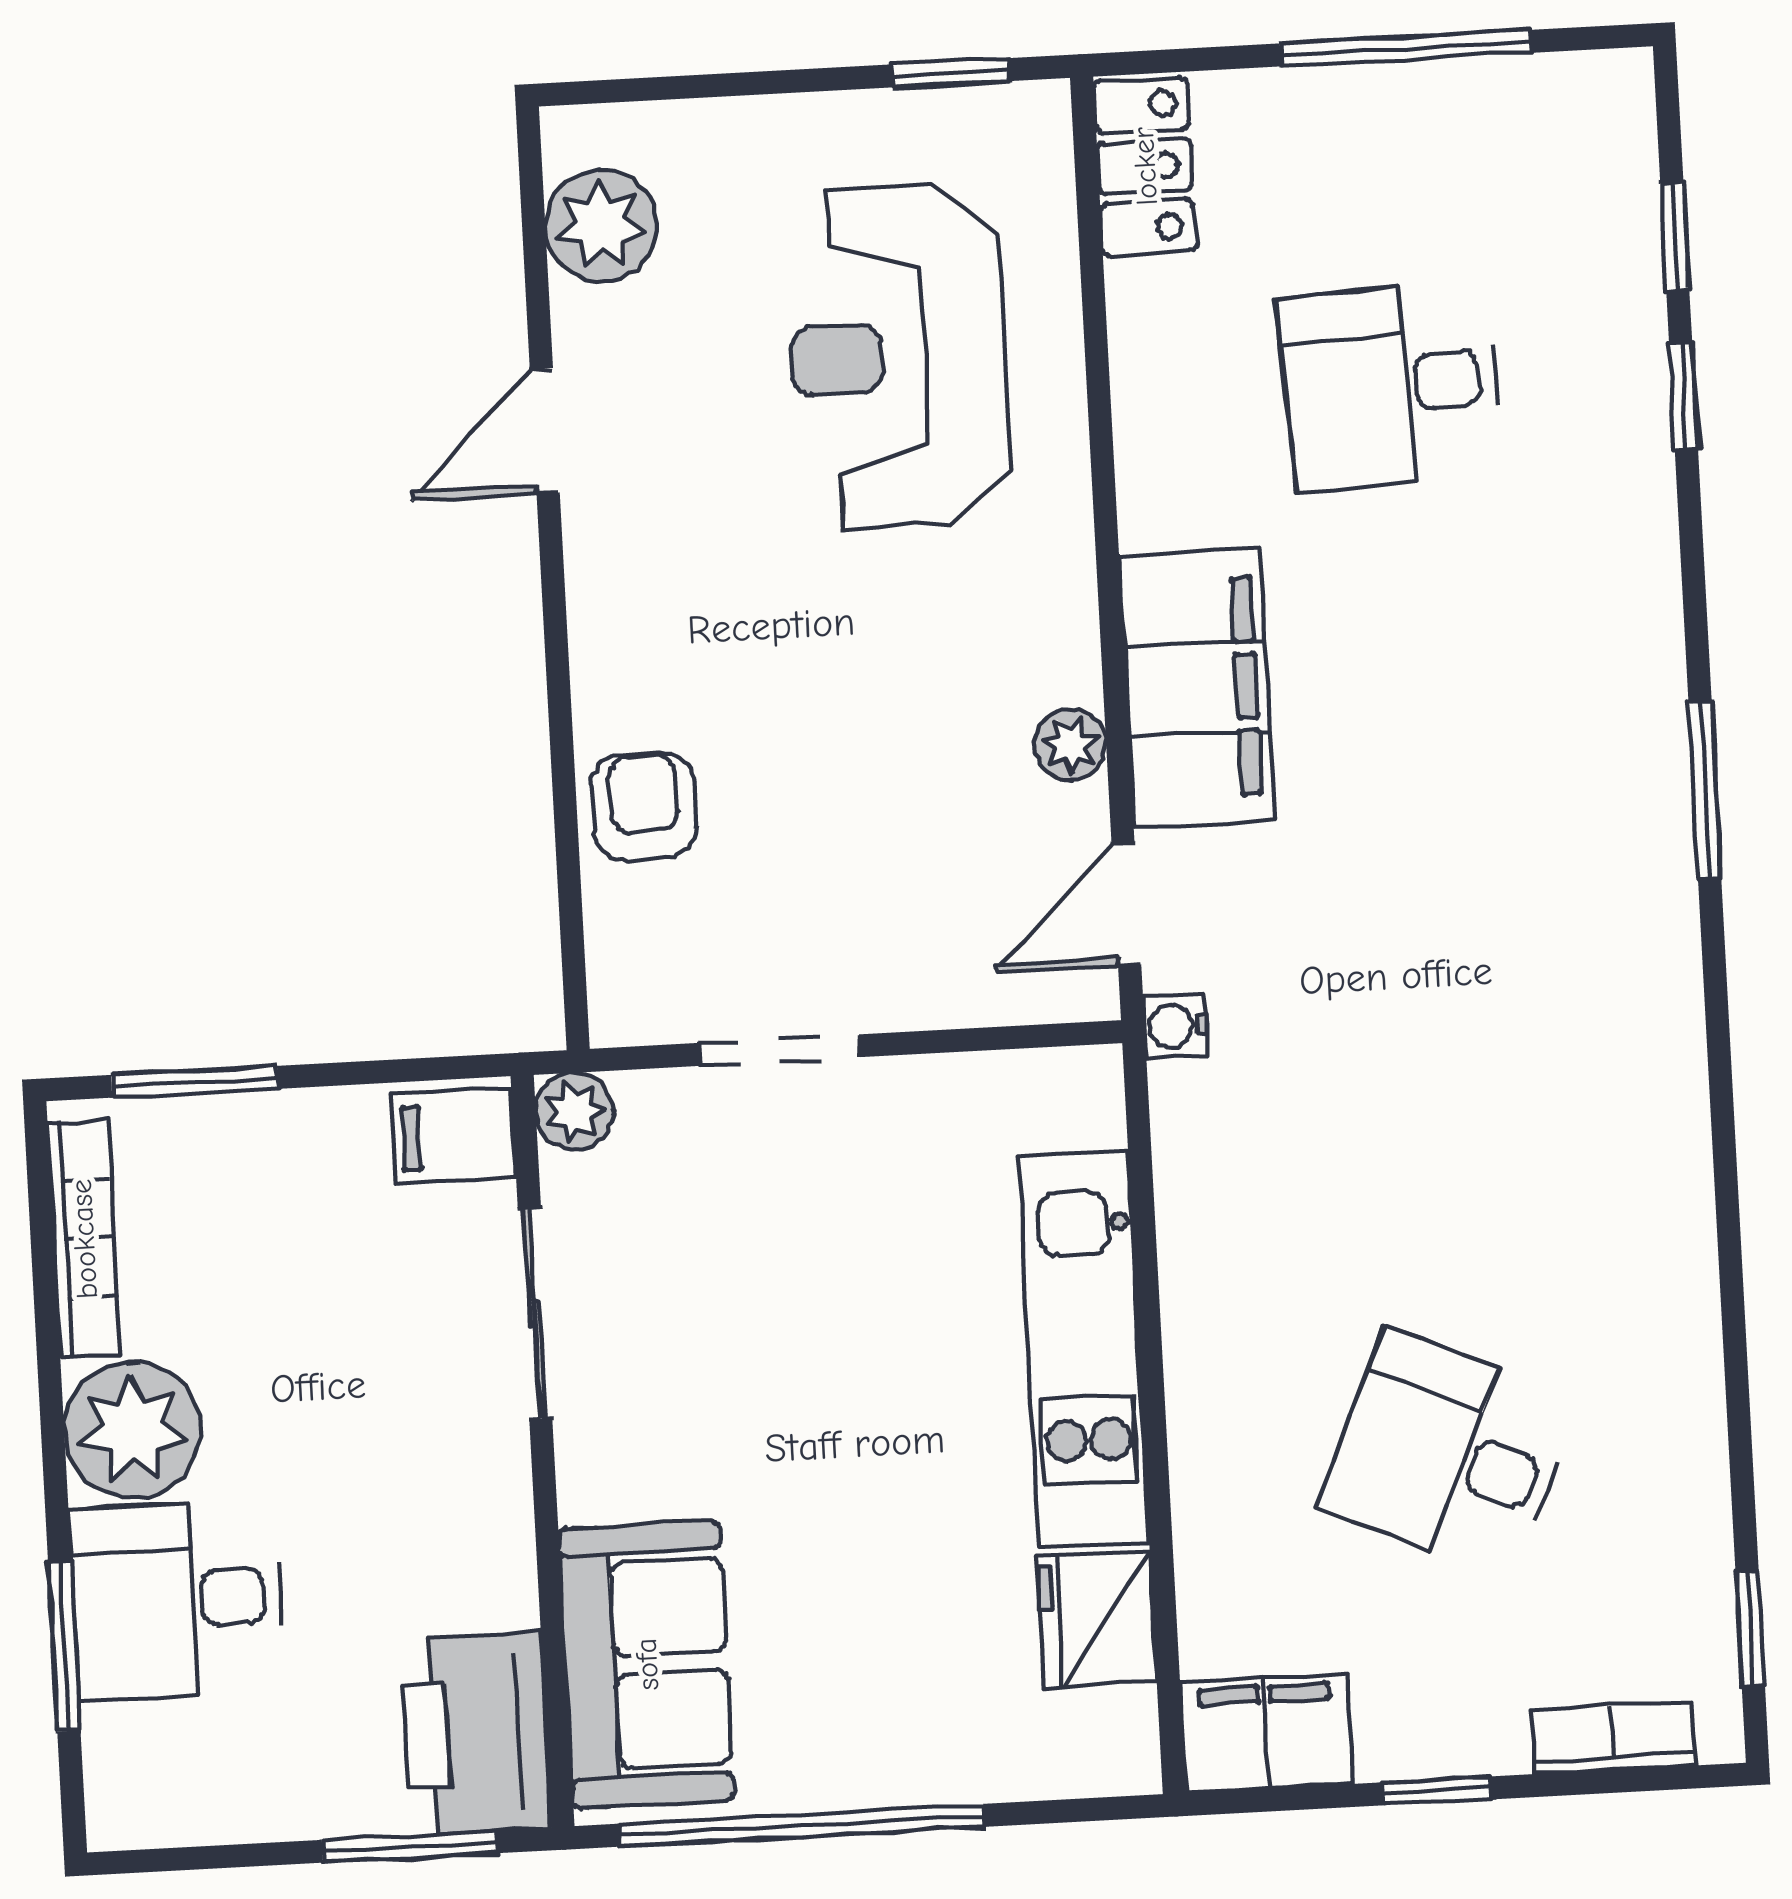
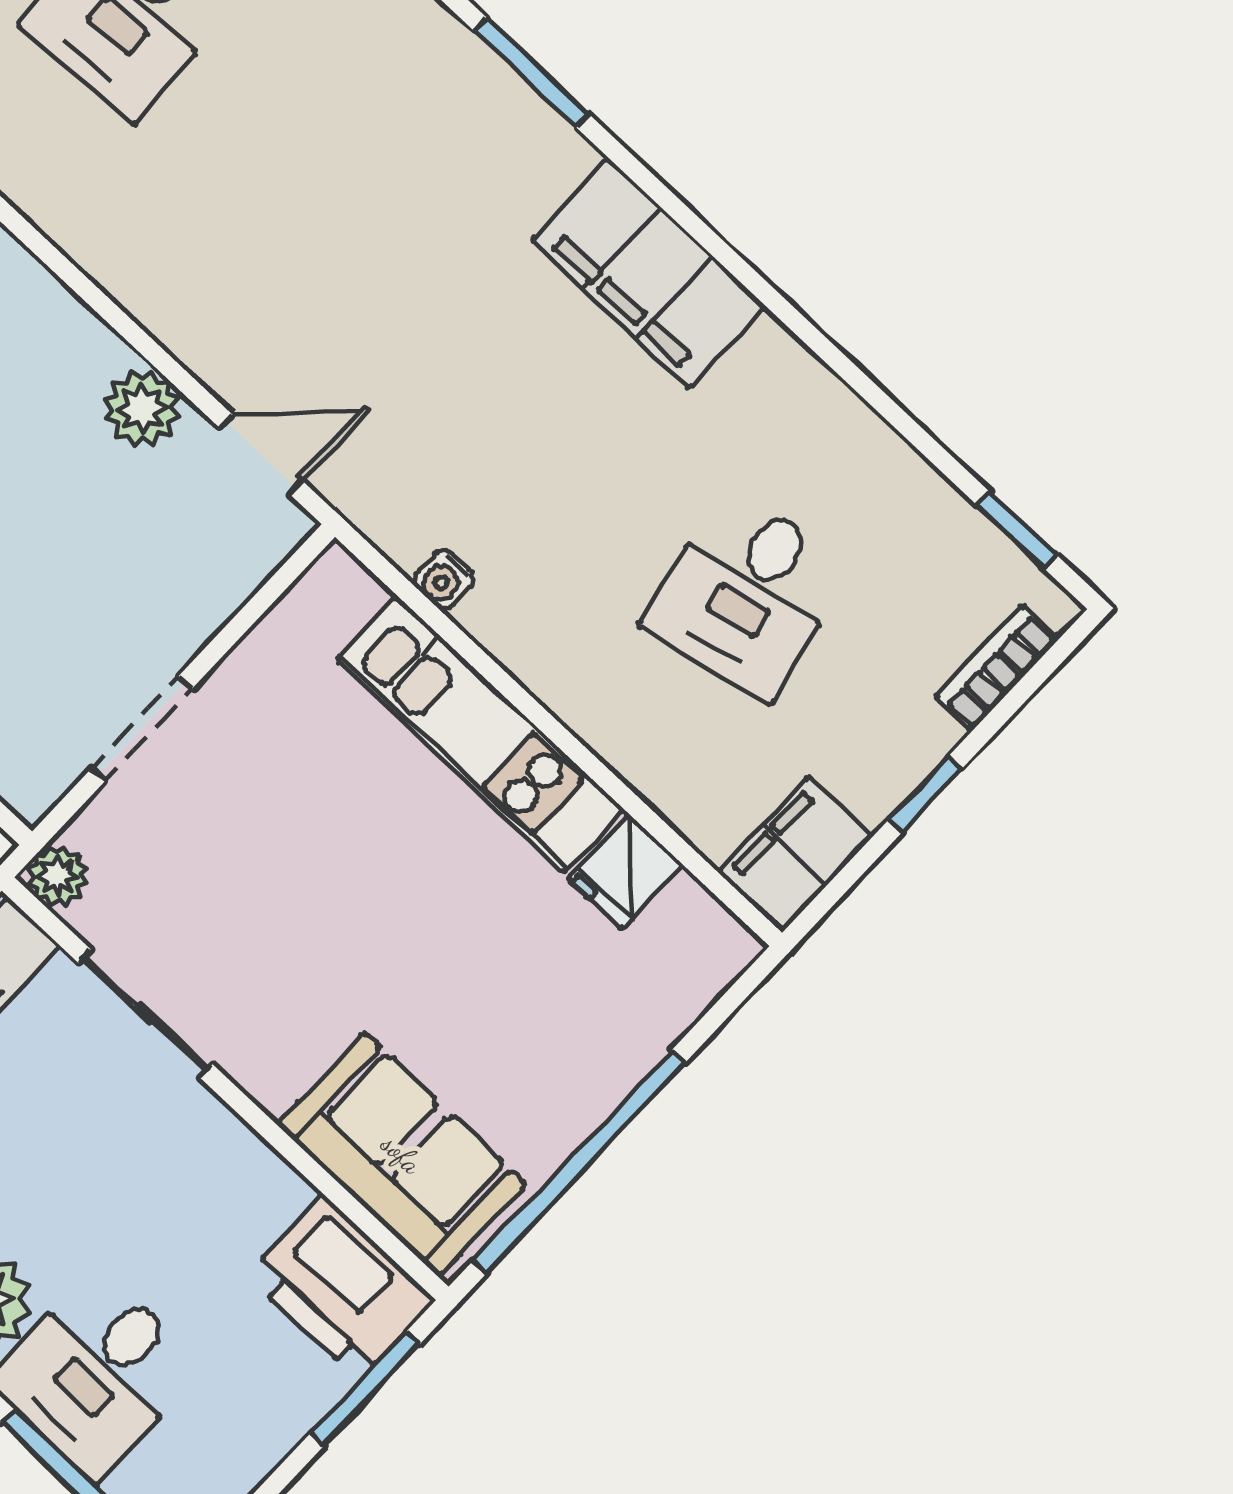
filing cabinet: (1197, 688) -> (649, 273), moved, turned 180
plant: (1070, 745) -> (142, 409), width x1.38, depth x1.38
door: (1126, 904) -> (261, 455), swing flipped
water cooler: (1176, 1026) -> (443, 580), moved
desk: (1448, 1454) -> (747, 594), turned -36
fridge: (1097, 1619) -> (625, 872), width x0.72

